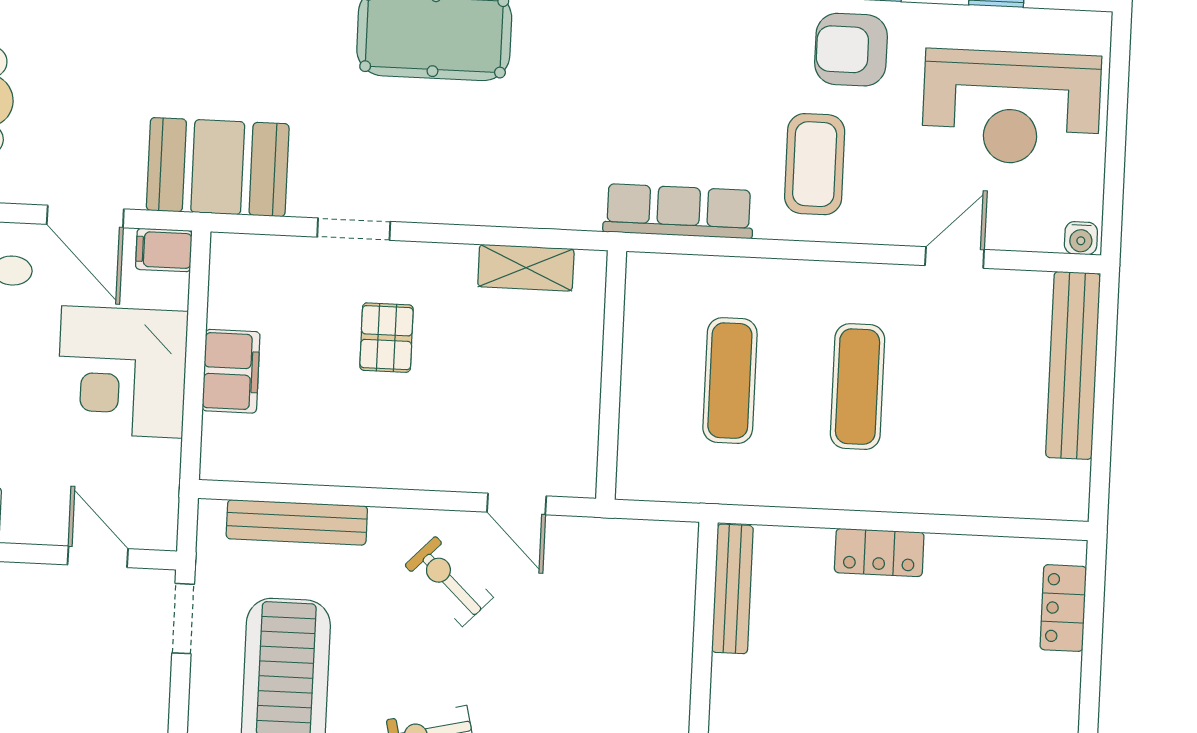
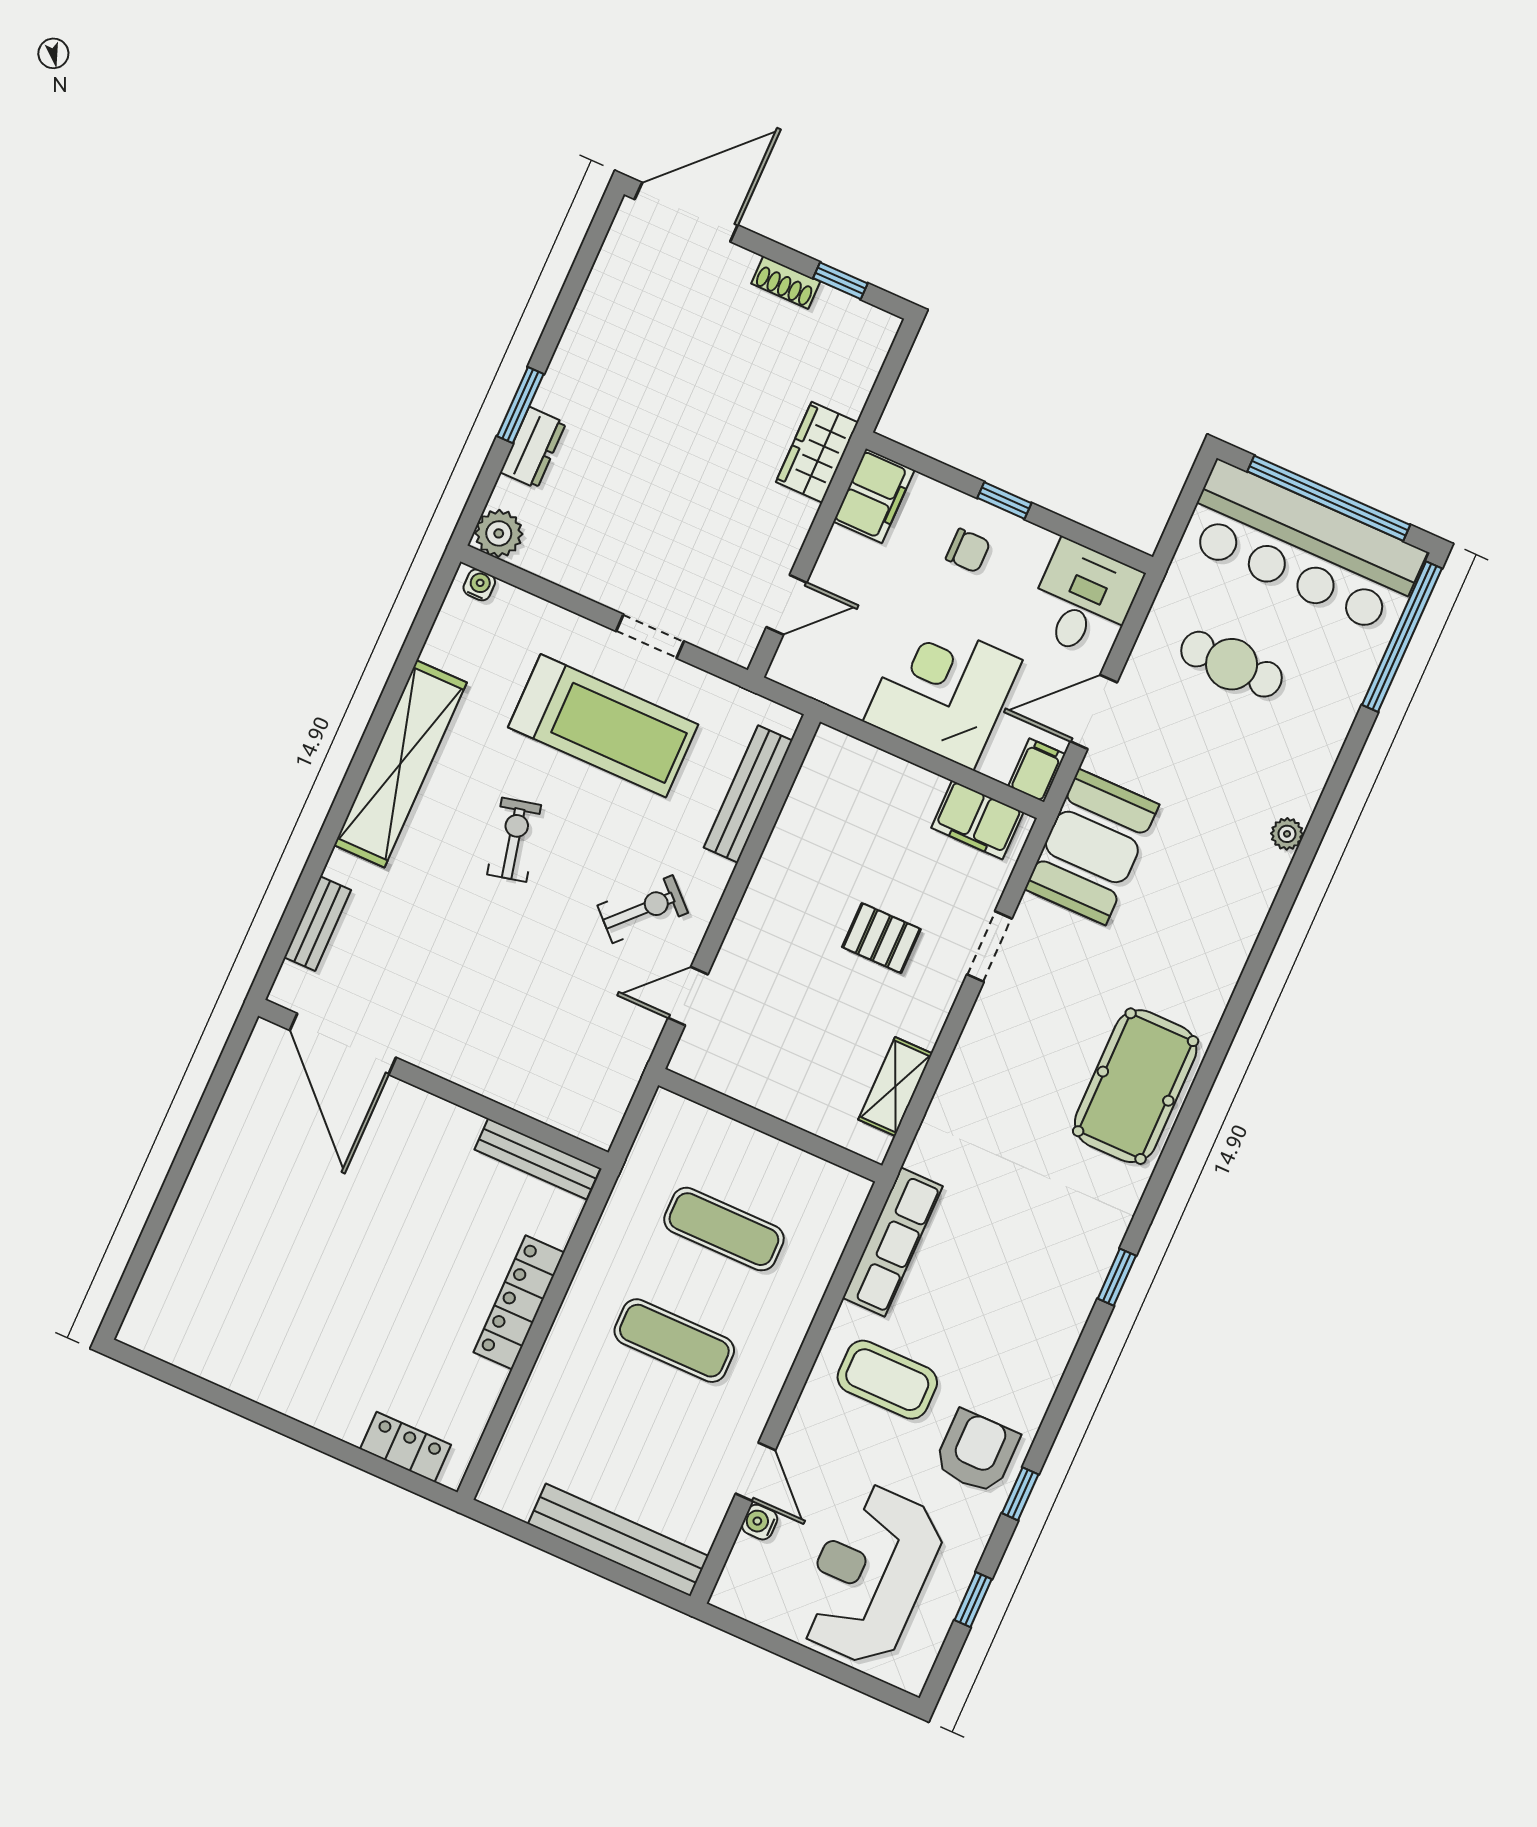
water cooler: (1081, 238) -> (760, 1522), moved
filing cabinet: (231, 371) -> (977, 820), moved
locker: (879, 552) -> (519, 1302), width x1.53
doorway: (183, 619) -> (650, 636), moved

